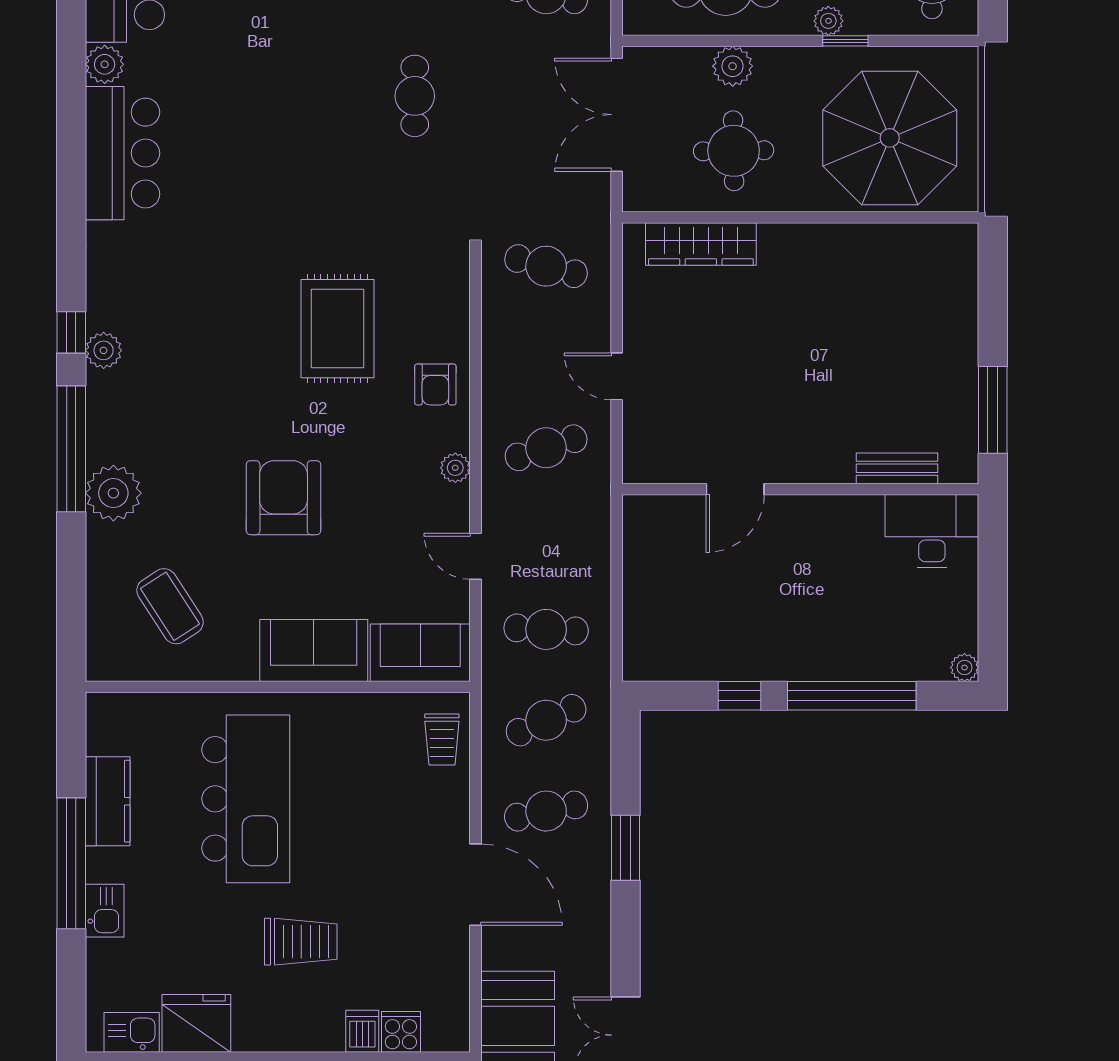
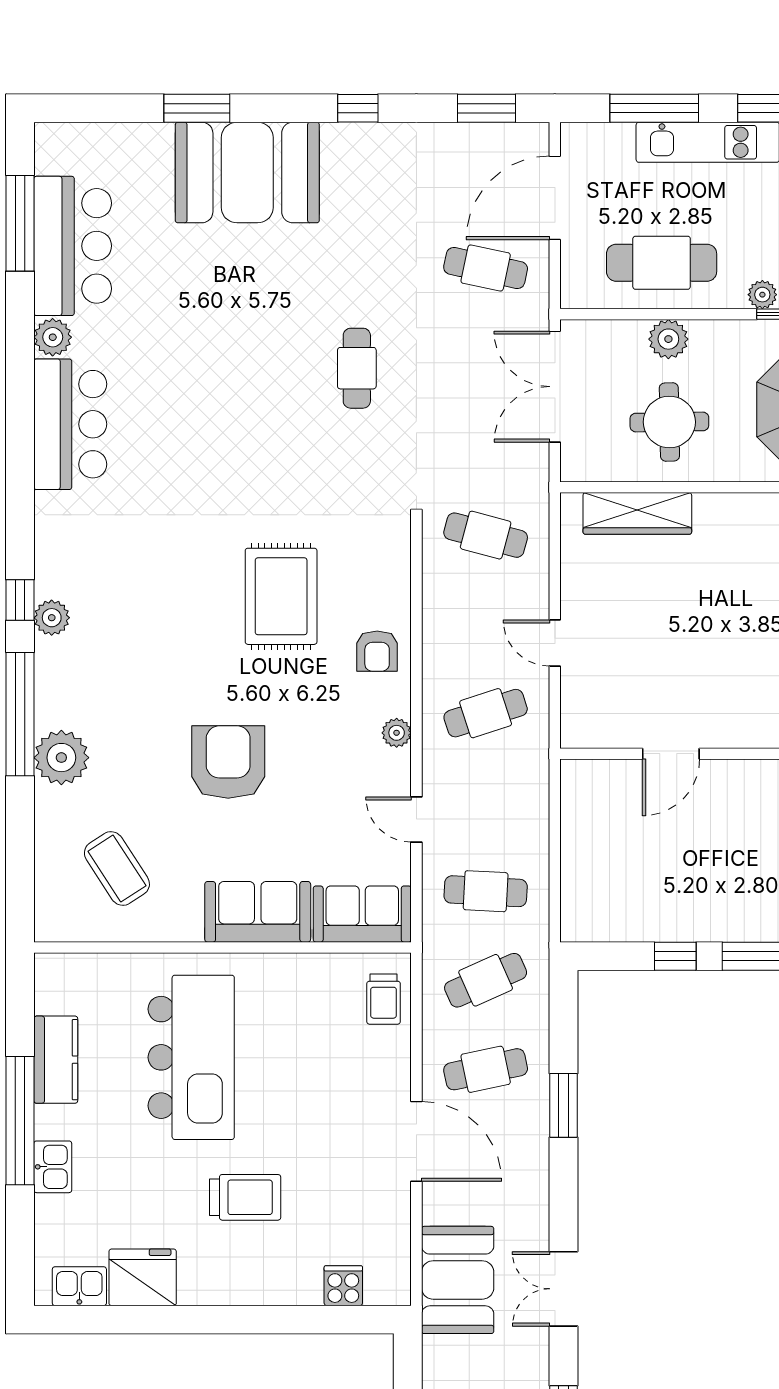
dishwasher: (362, 1031) -> (305, 1285), removed

